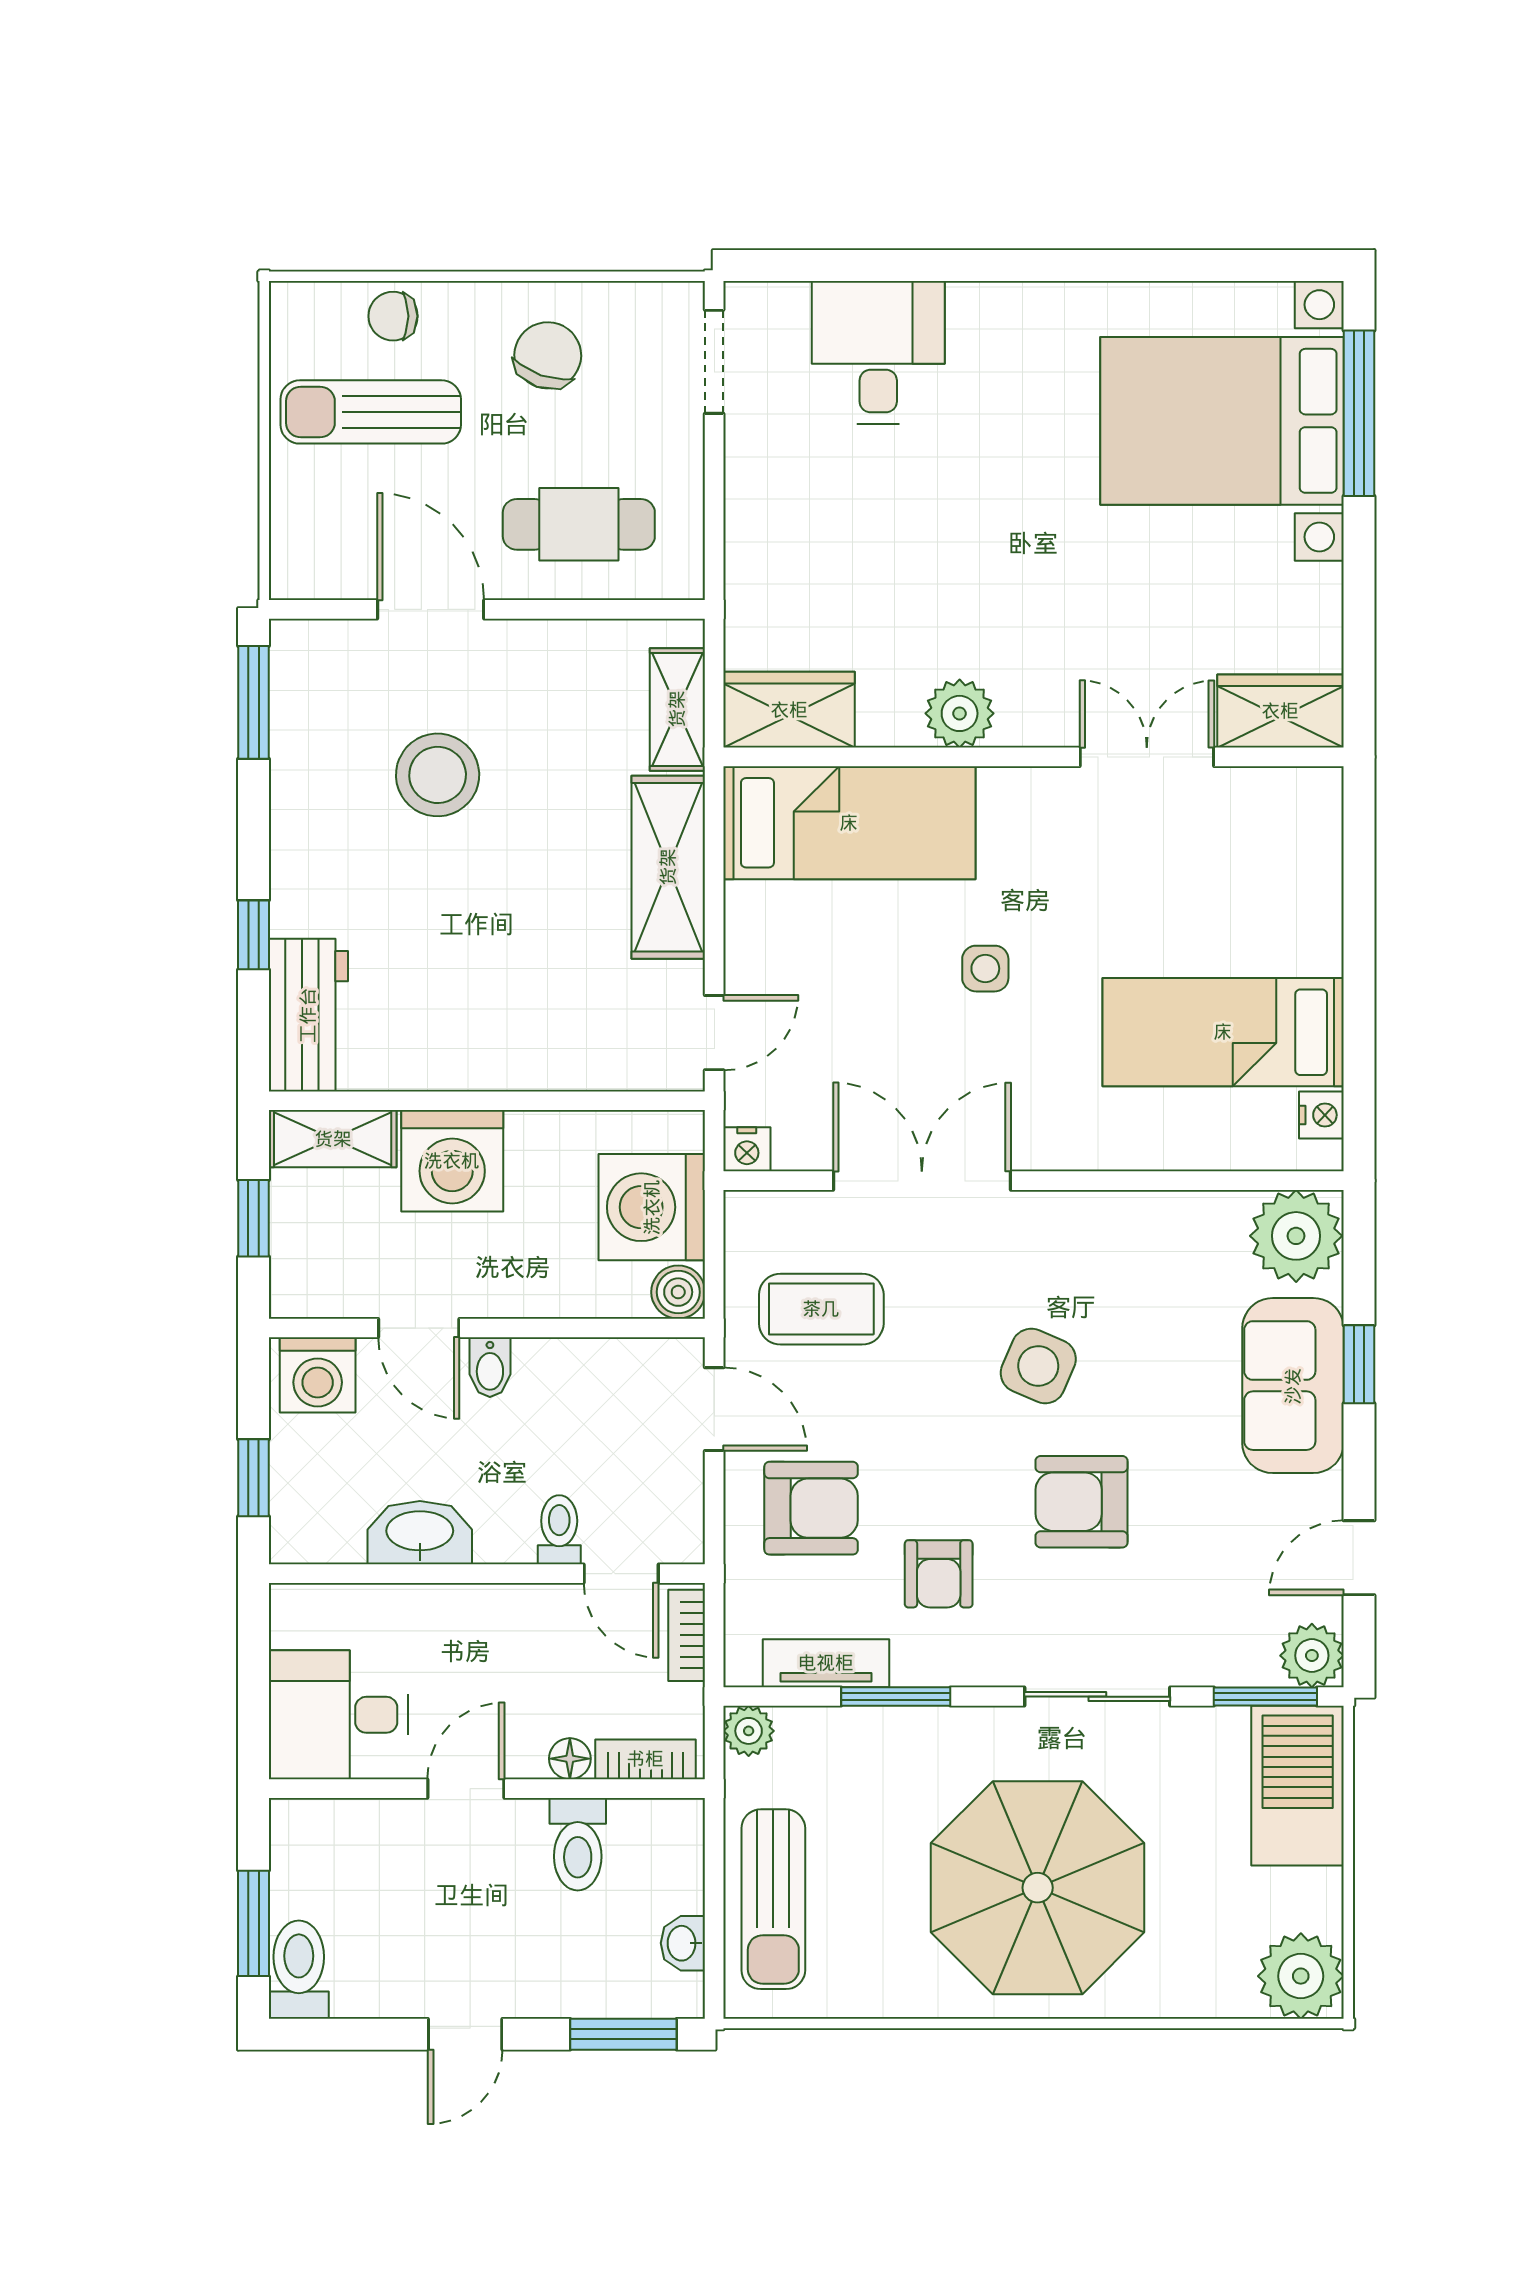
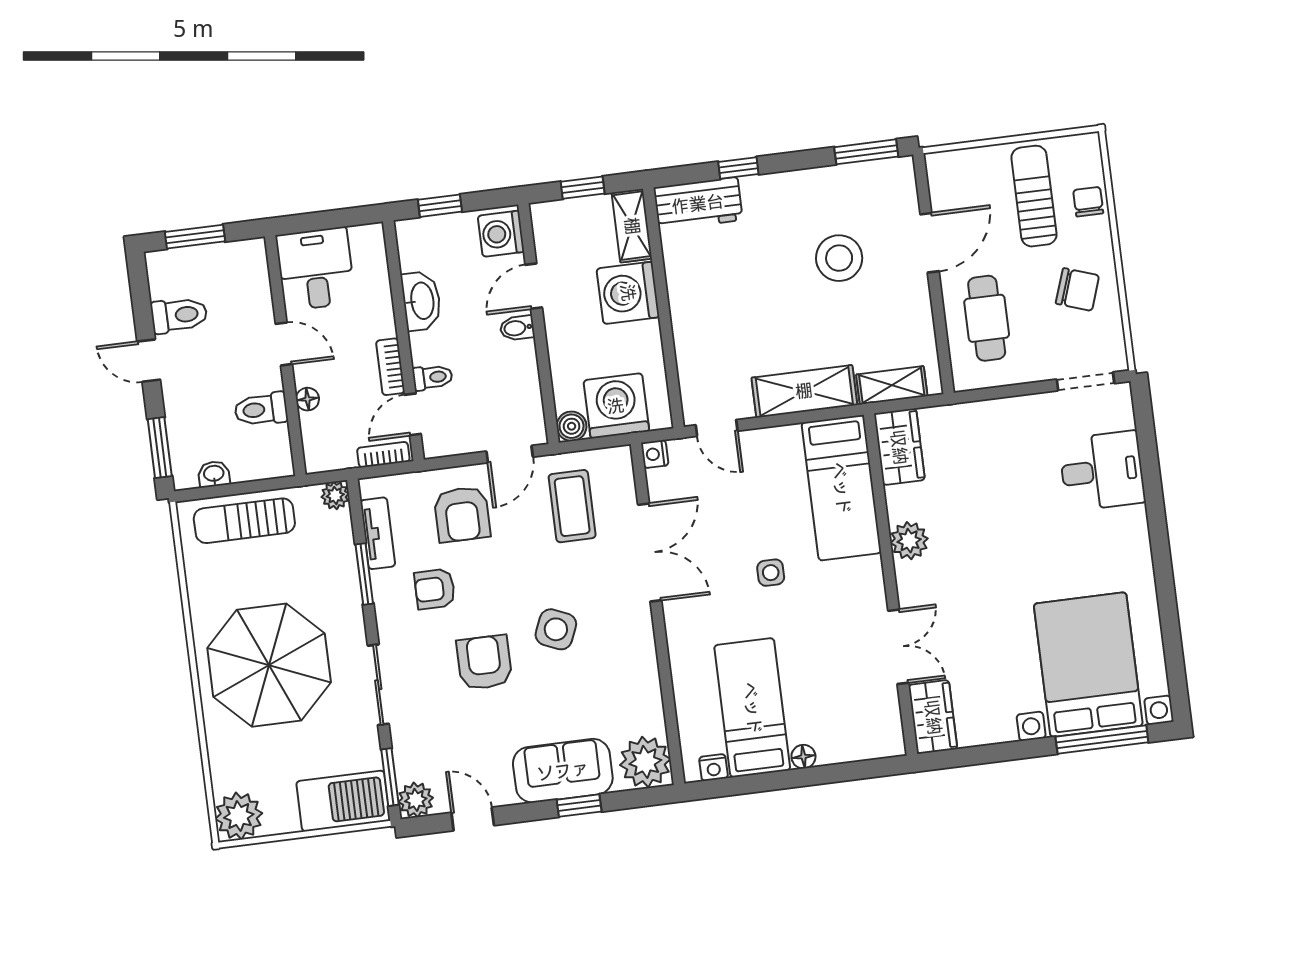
floor lamp: (1322, 952) -> (803, 757), added
bookcase: (645, 1759) -> (390, 367), moved, turned 180
toilet: (299, 1970) -> (179, 315), moved

